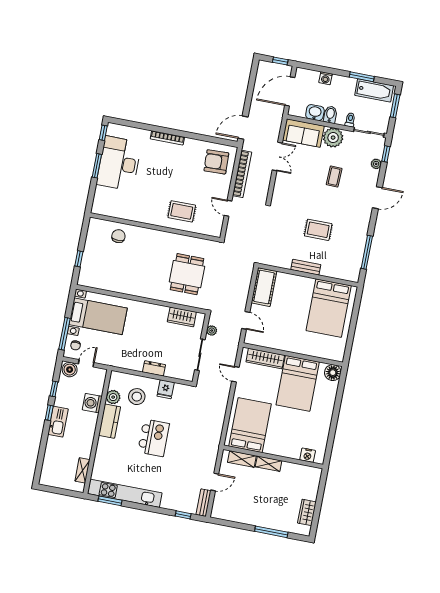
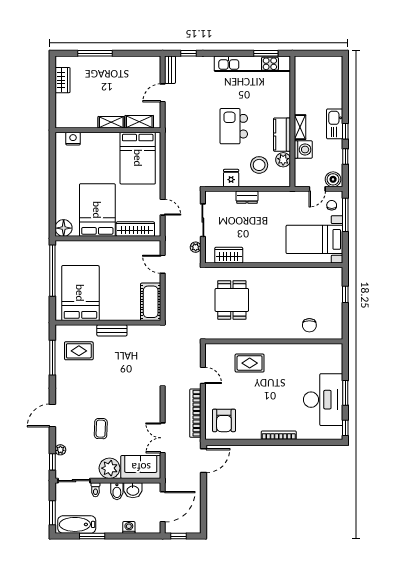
armchair: (216, 162) -> (224, 420), turned 92
rug: (318, 230) -> (79, 351), moved
window: (351, 334) -> (52, 271), added
shelving: (82, 470) -> (300, 127), moved

